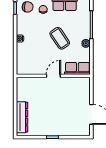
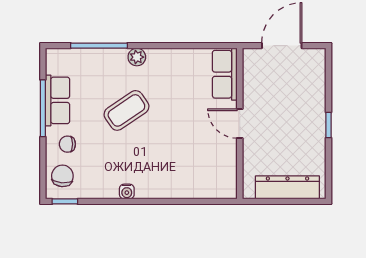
row of seats: (77, 68) -> (225, 74), moved
door: (53, 76) -> (240, 123), moved
wall: (53, 76) -> (240, 123), moved

